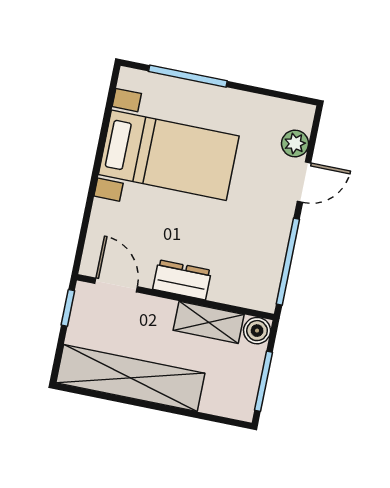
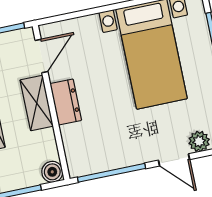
shelving: (209, 322) -> (37, 103), moved

